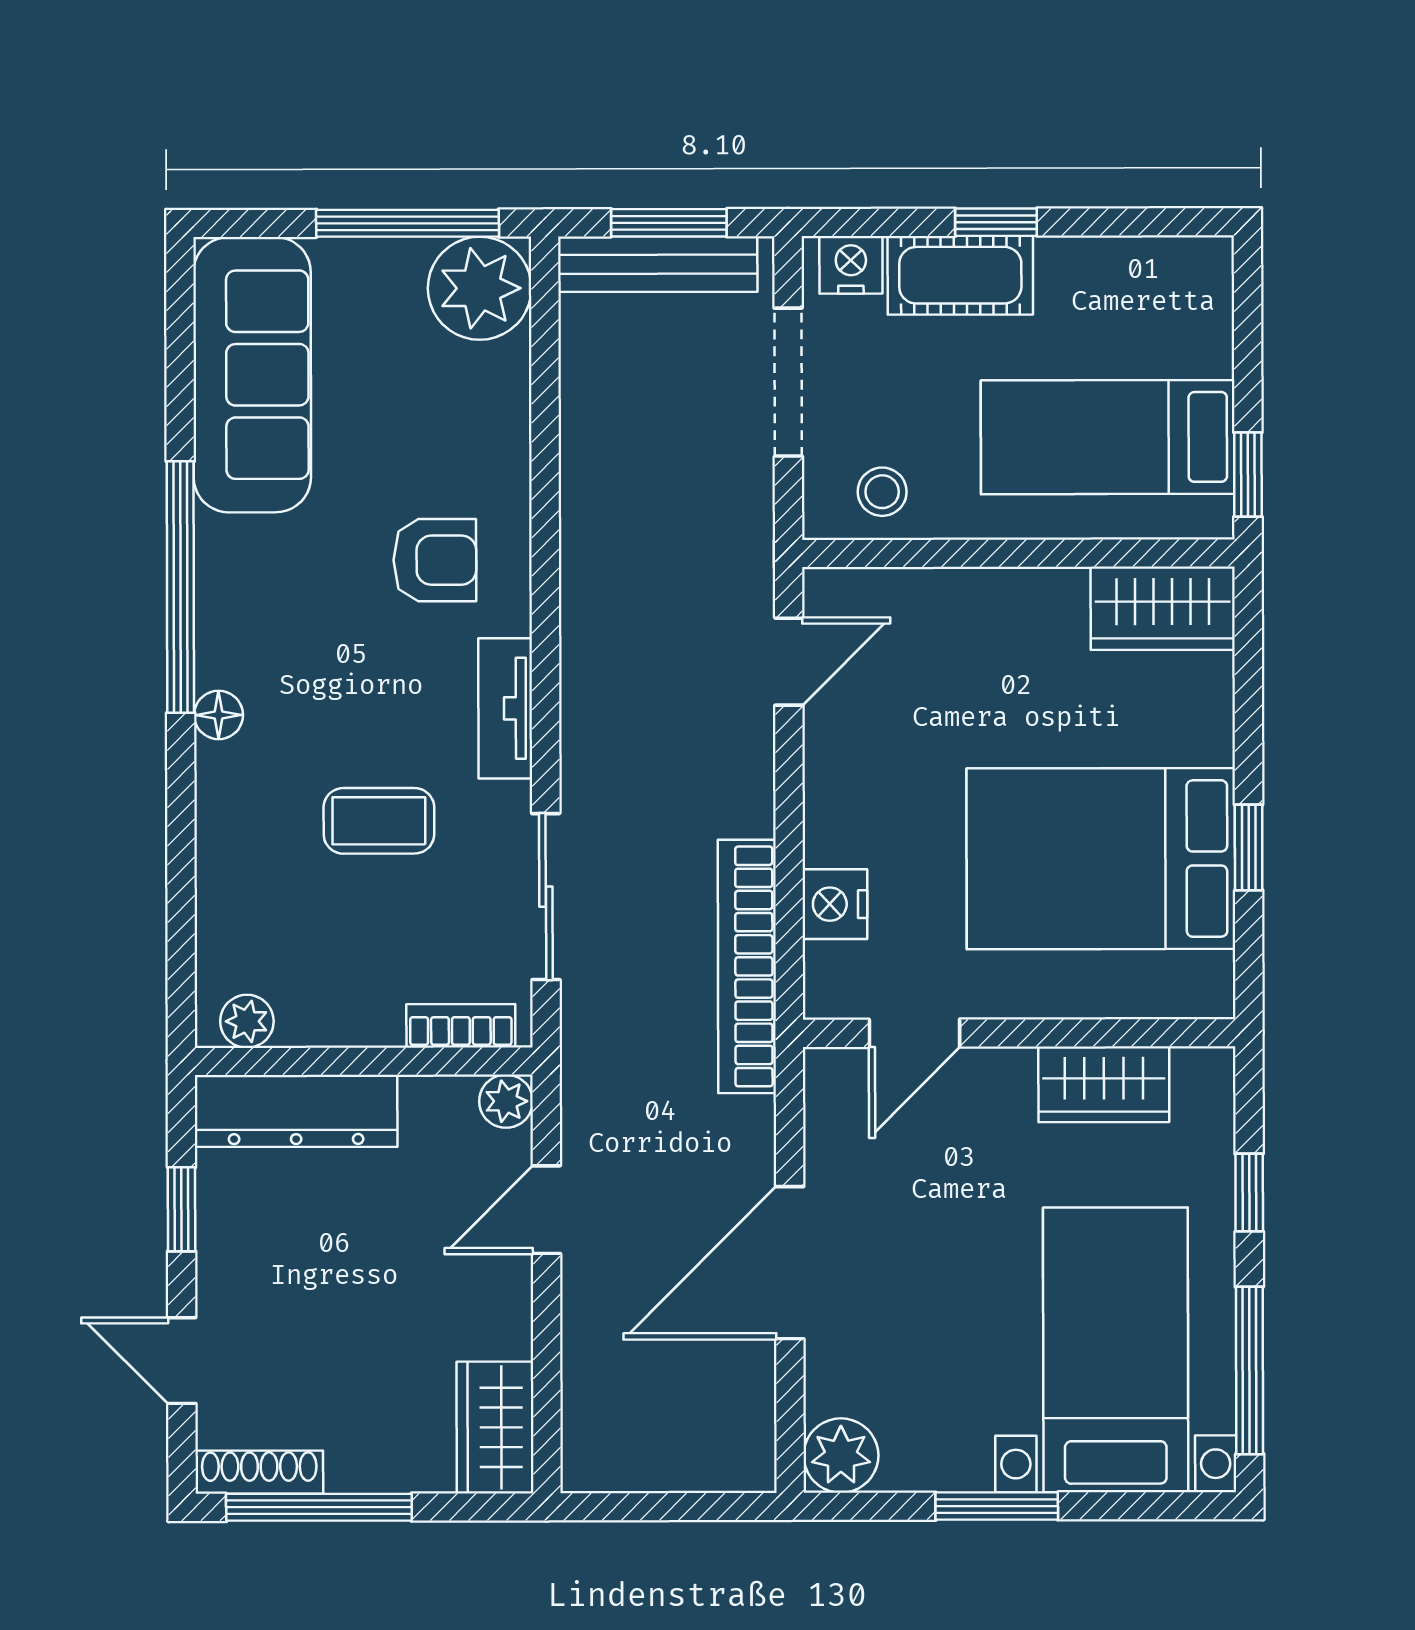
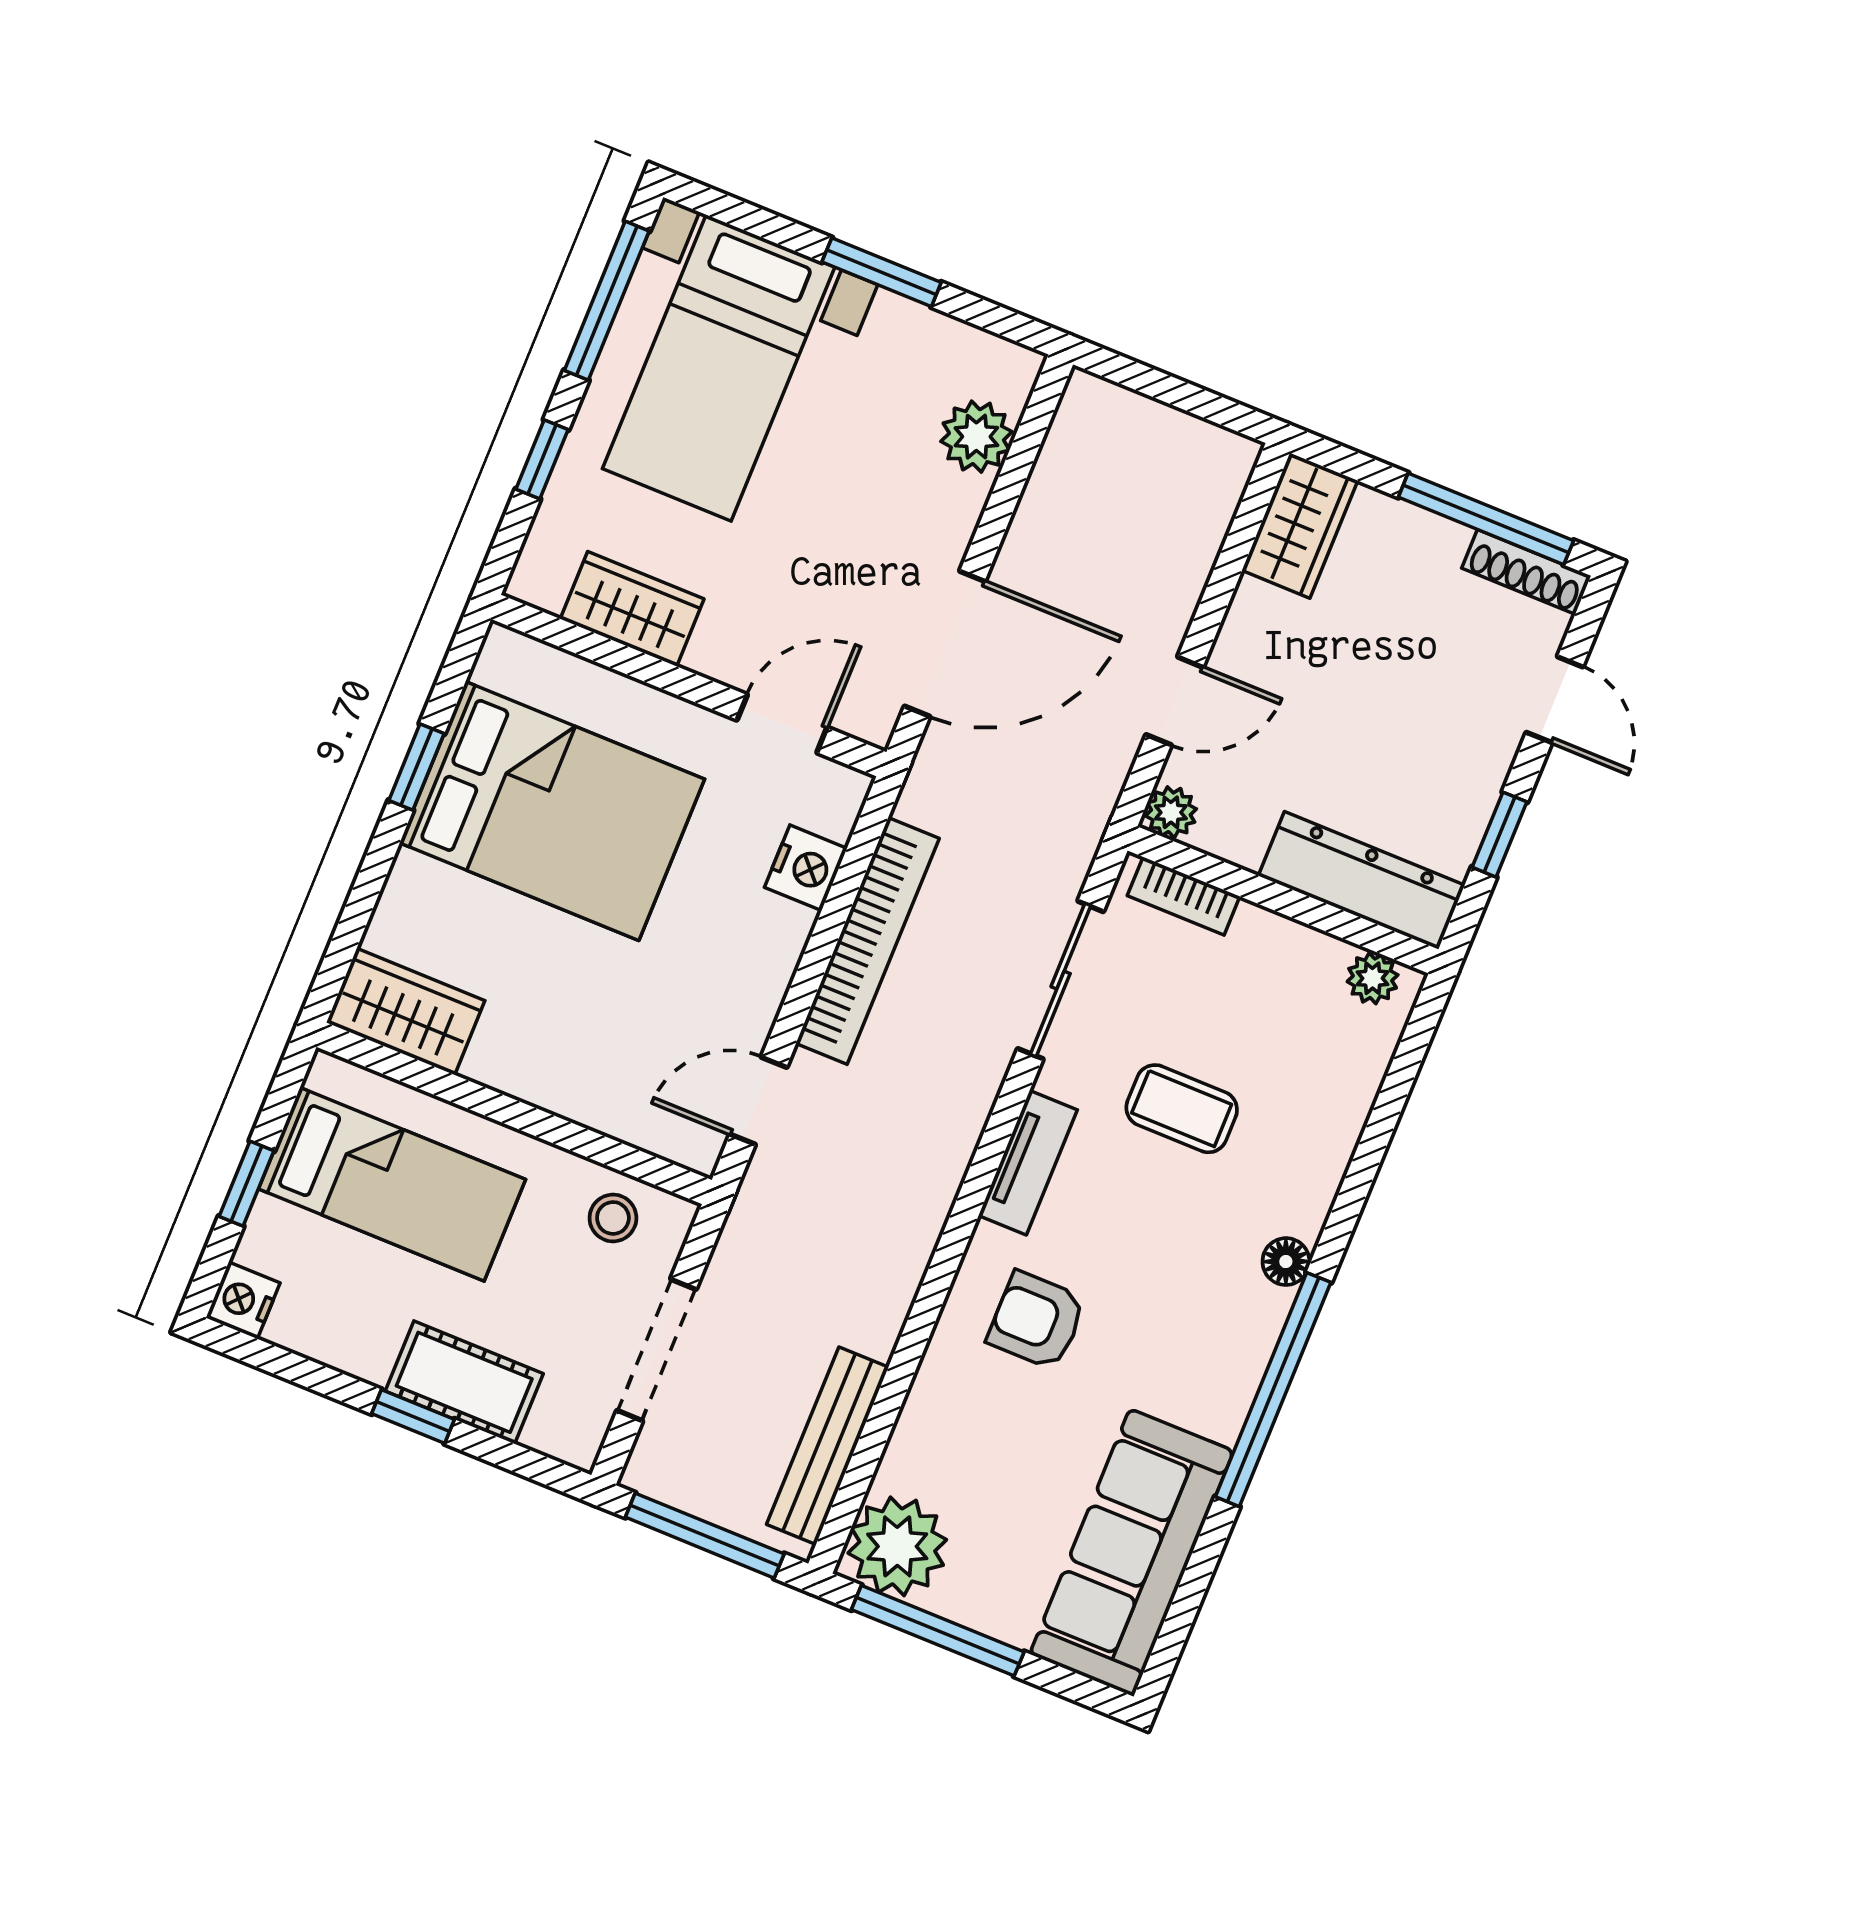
window: (669, 223) -> (705, 1536), width x1.44
bench: (658, 264) -> (828, 1446), moved, turned 90
nightstand: (851, 265) -> (243, 1300), moved, turned 90
window: (1248, 474) -> (246, 1184), moved
bookcase: (747, 966) -> (867, 941), moved
door: (790, 1263) -> (945, 644), moved
plant: (841, 1456) -> (976, 437), moved

